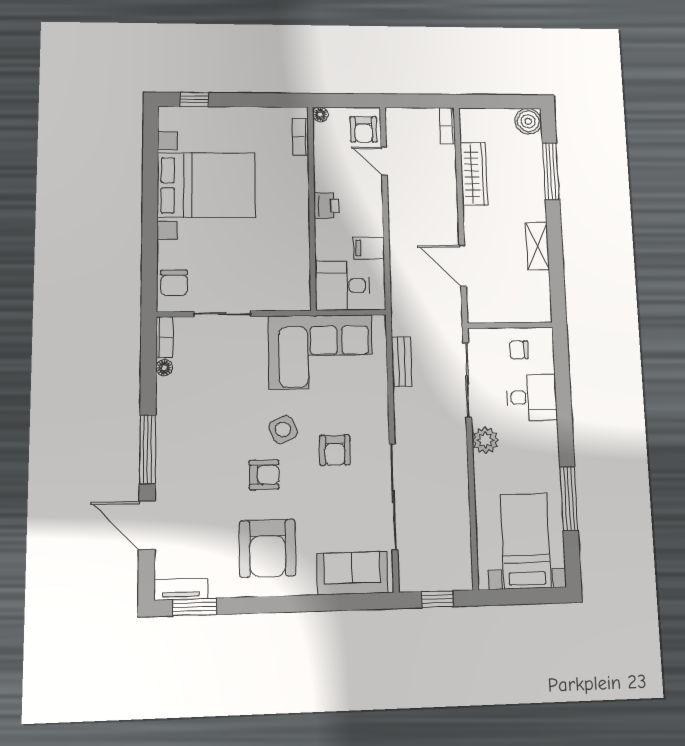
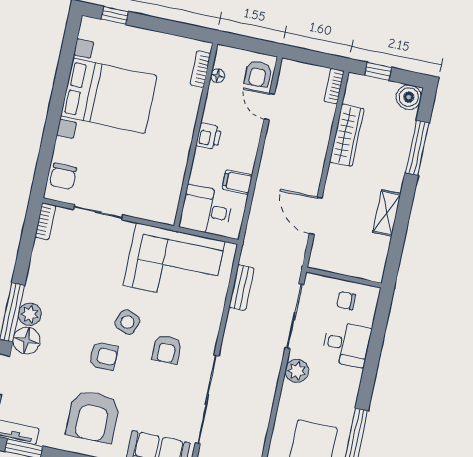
window: (489, 102) -> (378, 71), added
floor lamp: (320, 114) -> (218, 76), moved
floor lamp: (164, 368) -> (26, 341), moved, width x1.89, depth x1.89
side table: (283, 430) -> (127, 322), turned 45
plant: (169, 447) -> (30, 314), added

